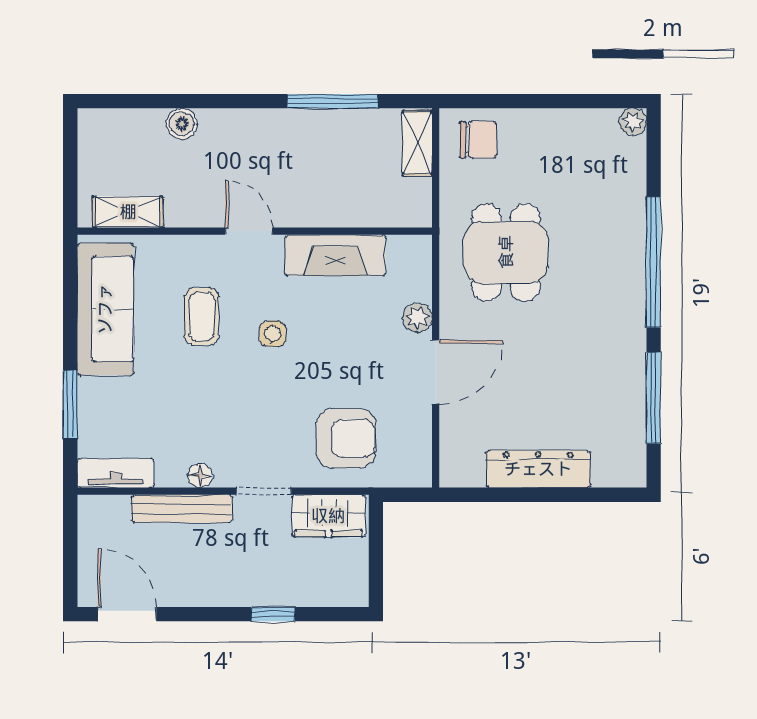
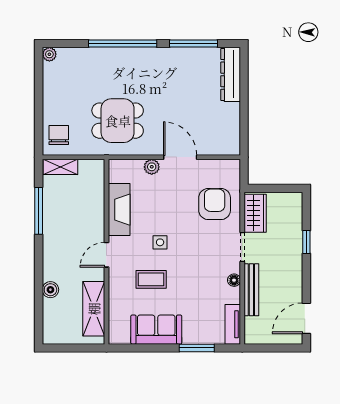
shelving: (128, 212) -> (94, 309), width x1.50, depth x1.33
sofa: (105, 309) -> (156, 330), width x0.73
dresser: (538, 469) -> (231, 74), moved

